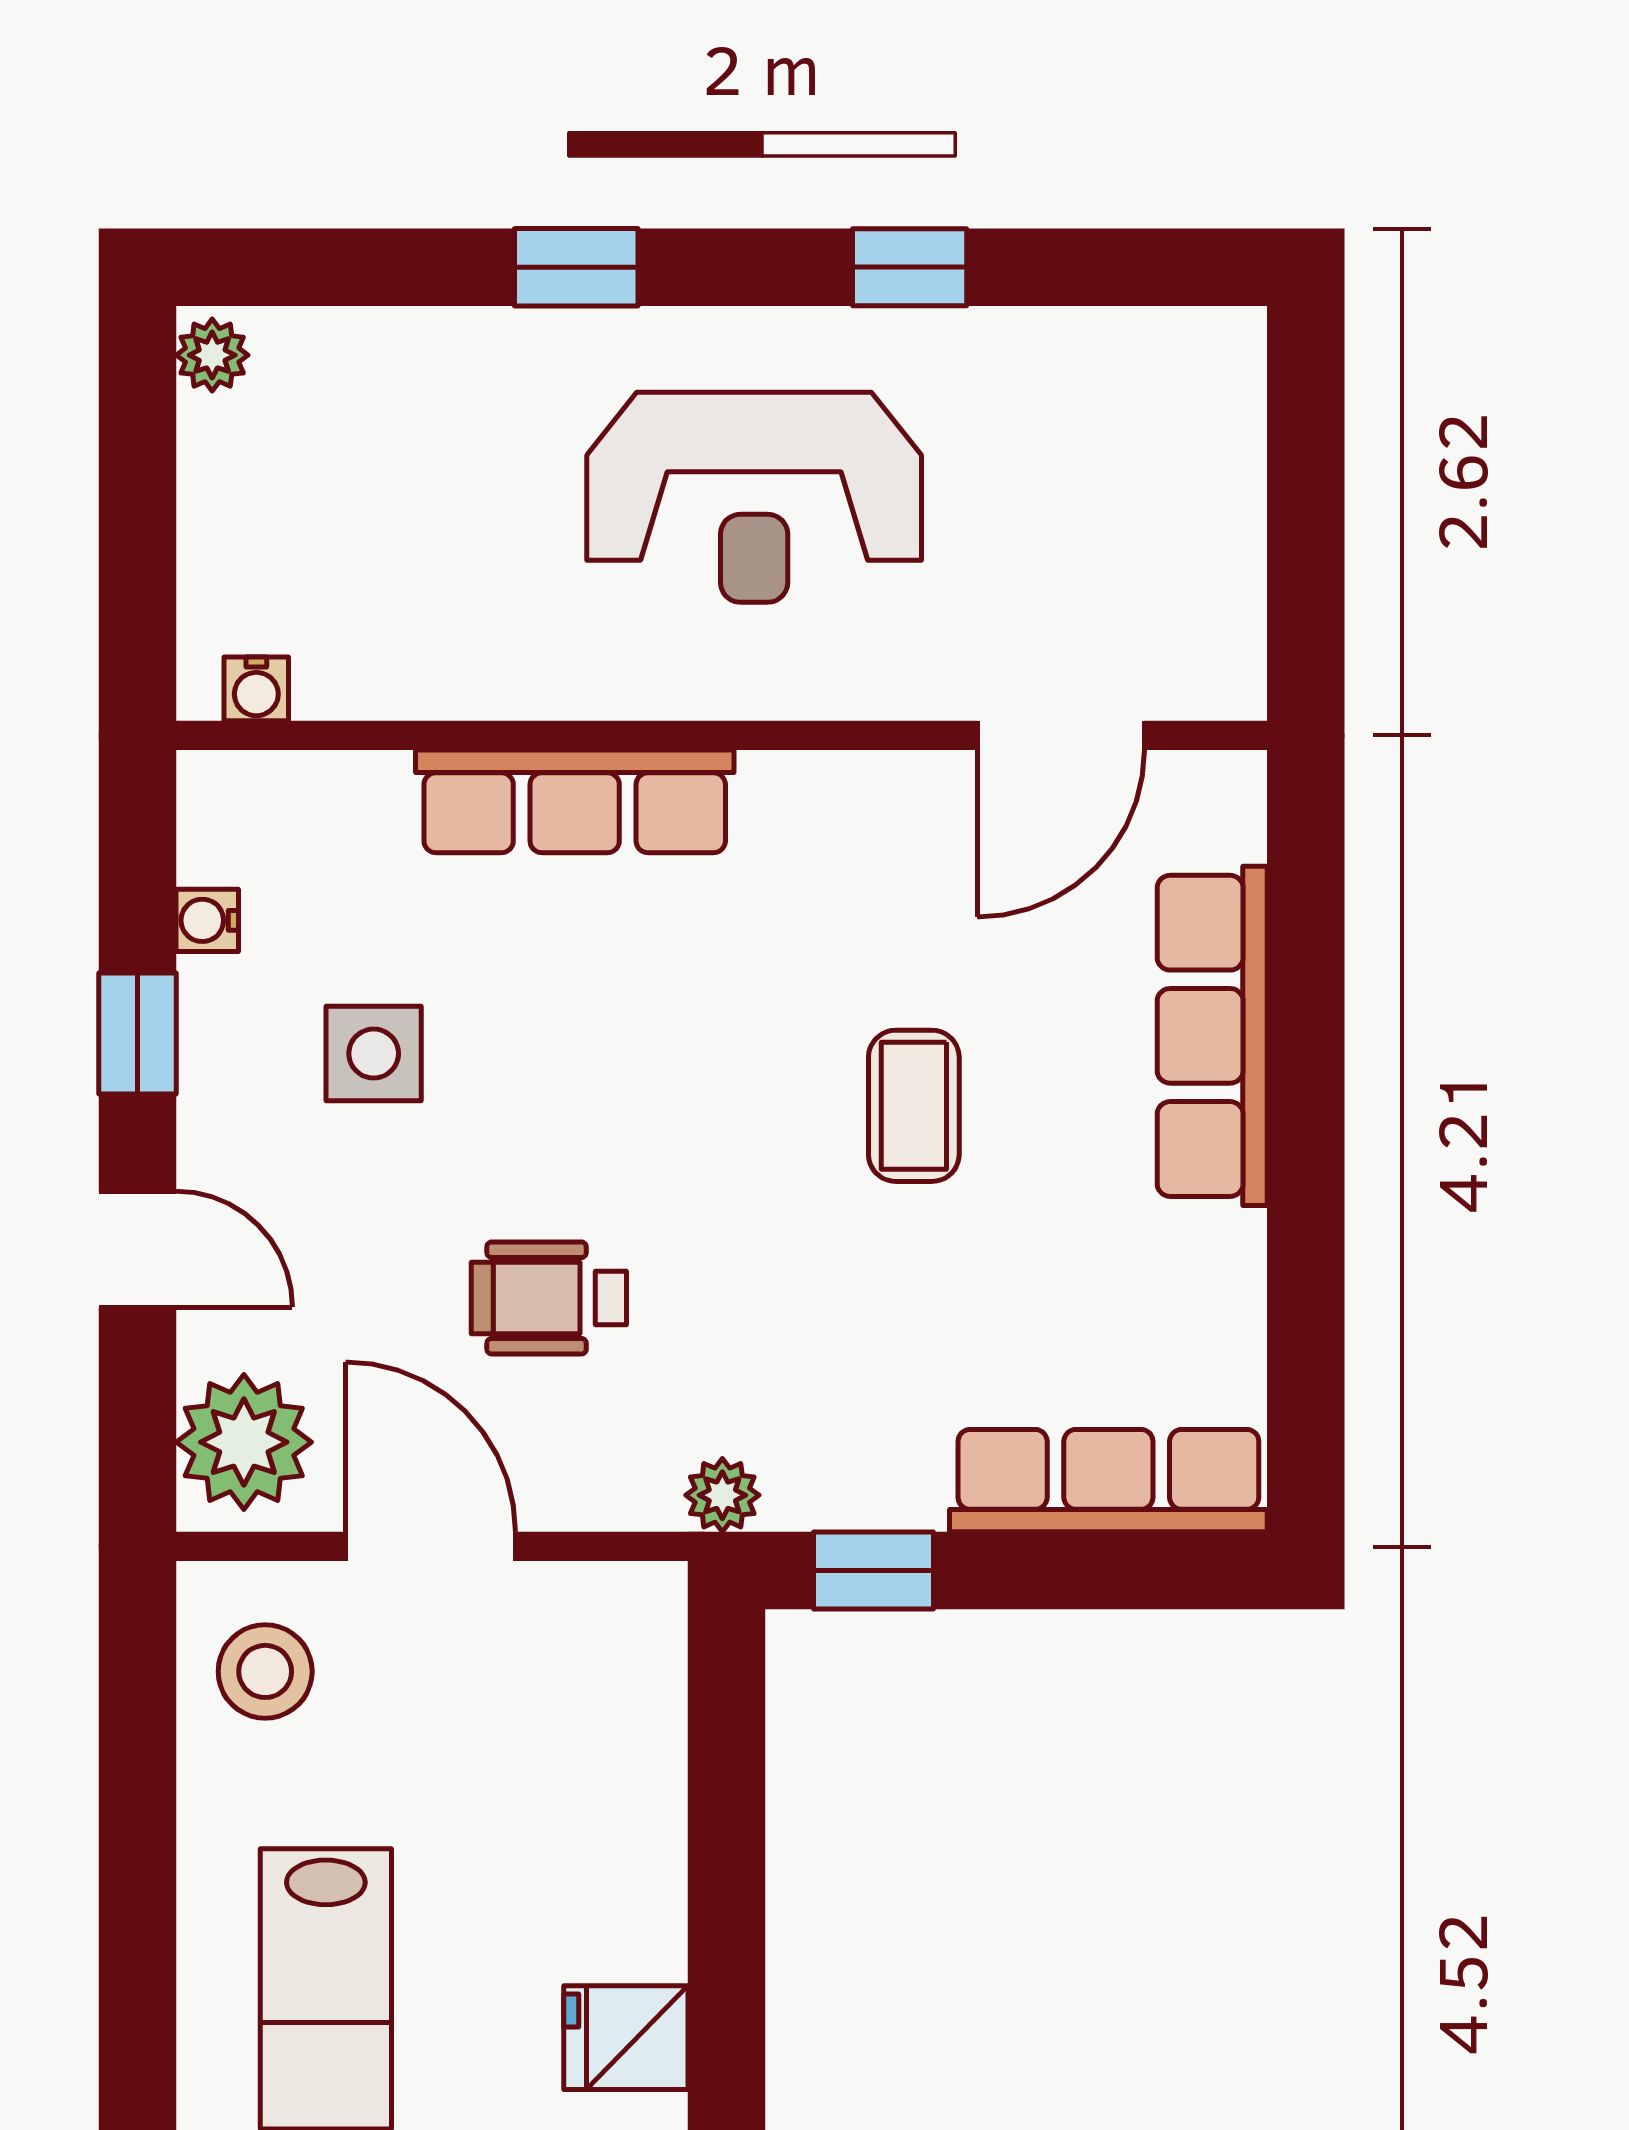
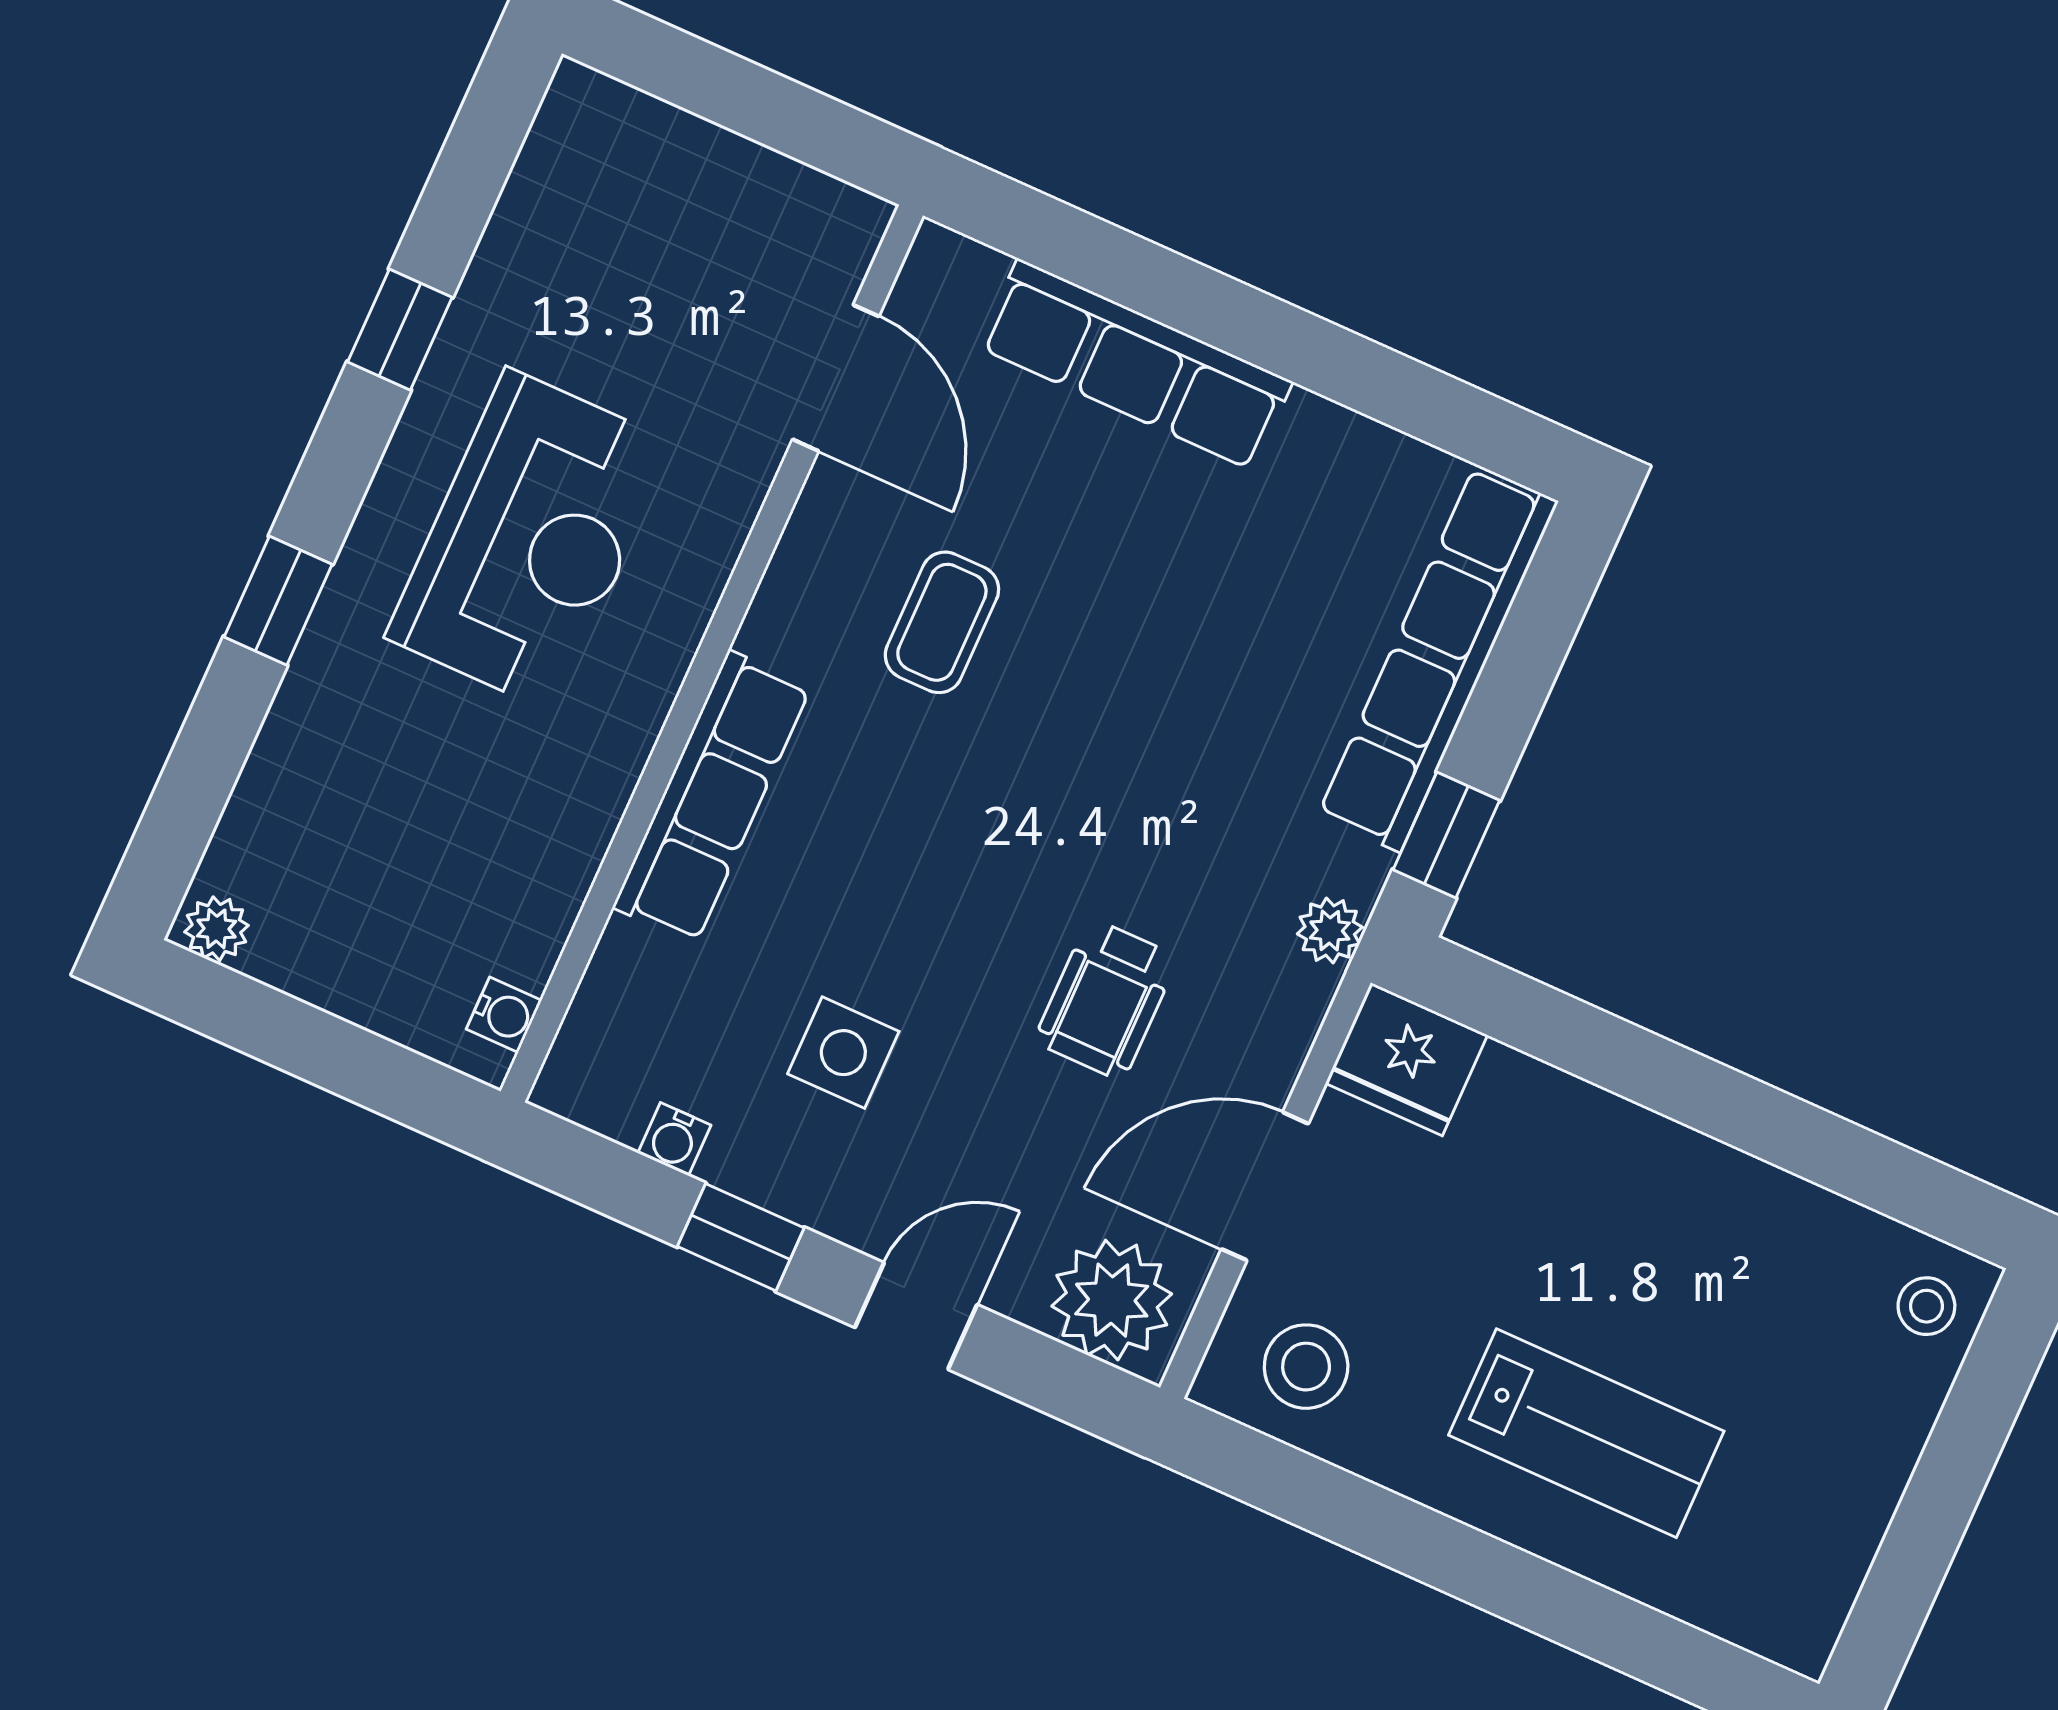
coffee table: (914, 1106) -> (942, 622), moved, turned 90
row of seats: (1108, 1481) -> (1438, 658), width x1.36
fridge: (626, 2038) -> (1406, 1059), moved, width x1.38

